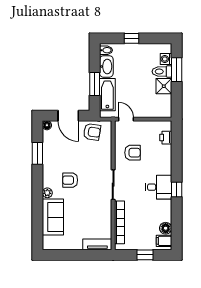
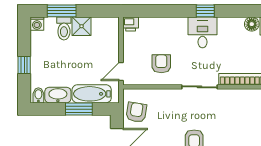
washing machine: (166, 59) -> (37, 24), moved
printer: (166, 138) -> (131, 24), moved

